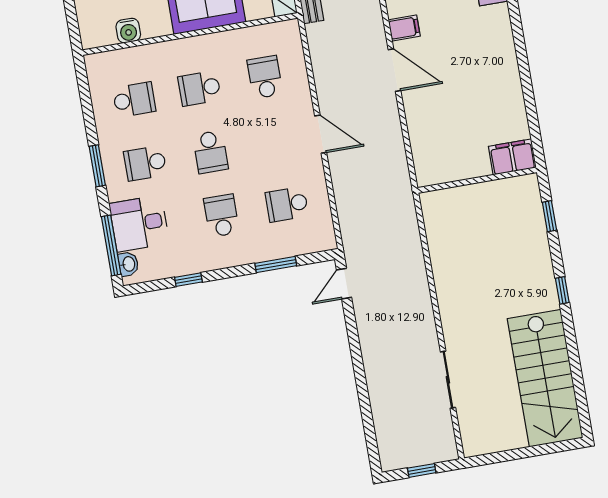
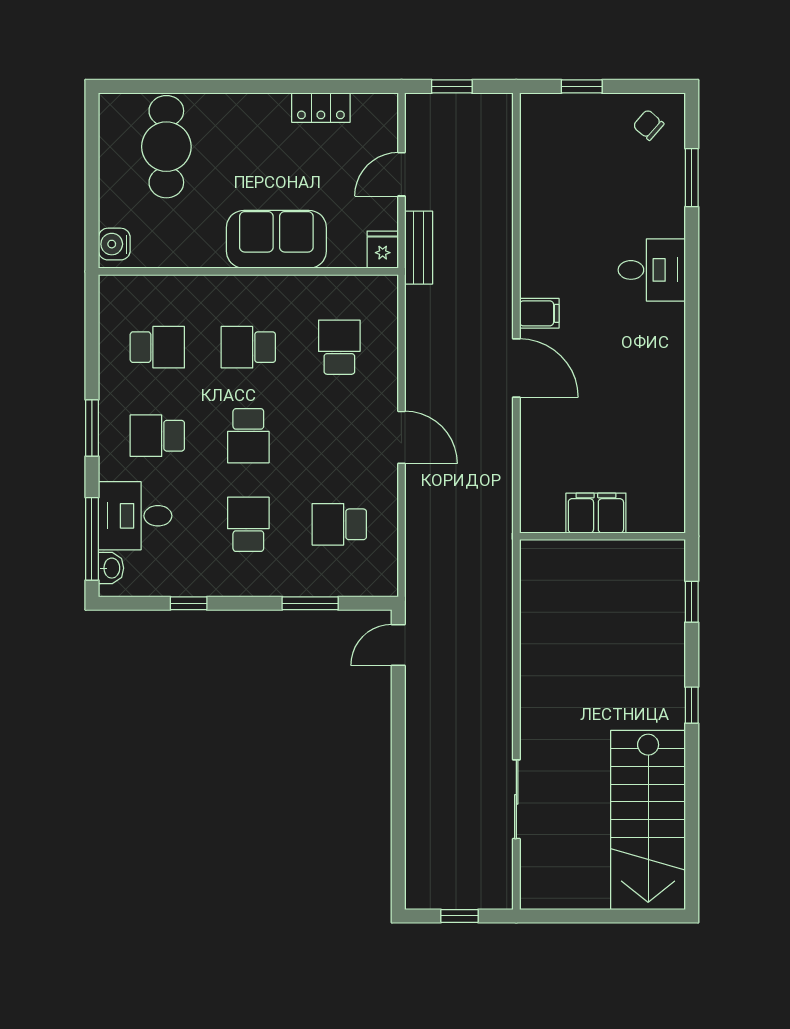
water cooler: (128, 31) -> (114, 244), moved, turned 90
filing cabinet: (512, 157) -> (596, 513), moved

